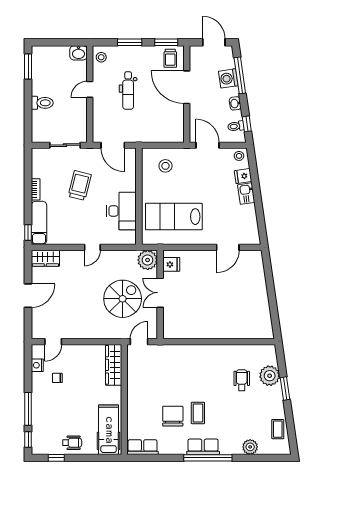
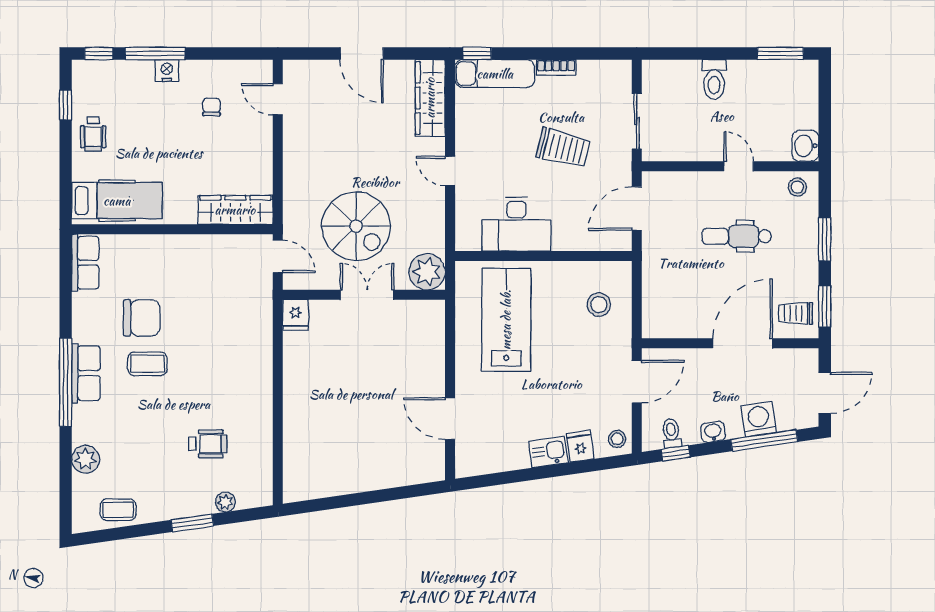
wardrobe: (45, 258) -> (430, 98), width x1.50
fridge: (171, 264) -> (296, 315), moved
nightstand: (37, 365) -> (167, 70), moved
plant: (270, 376) -> (225, 502), width x0.53, depth x0.53

